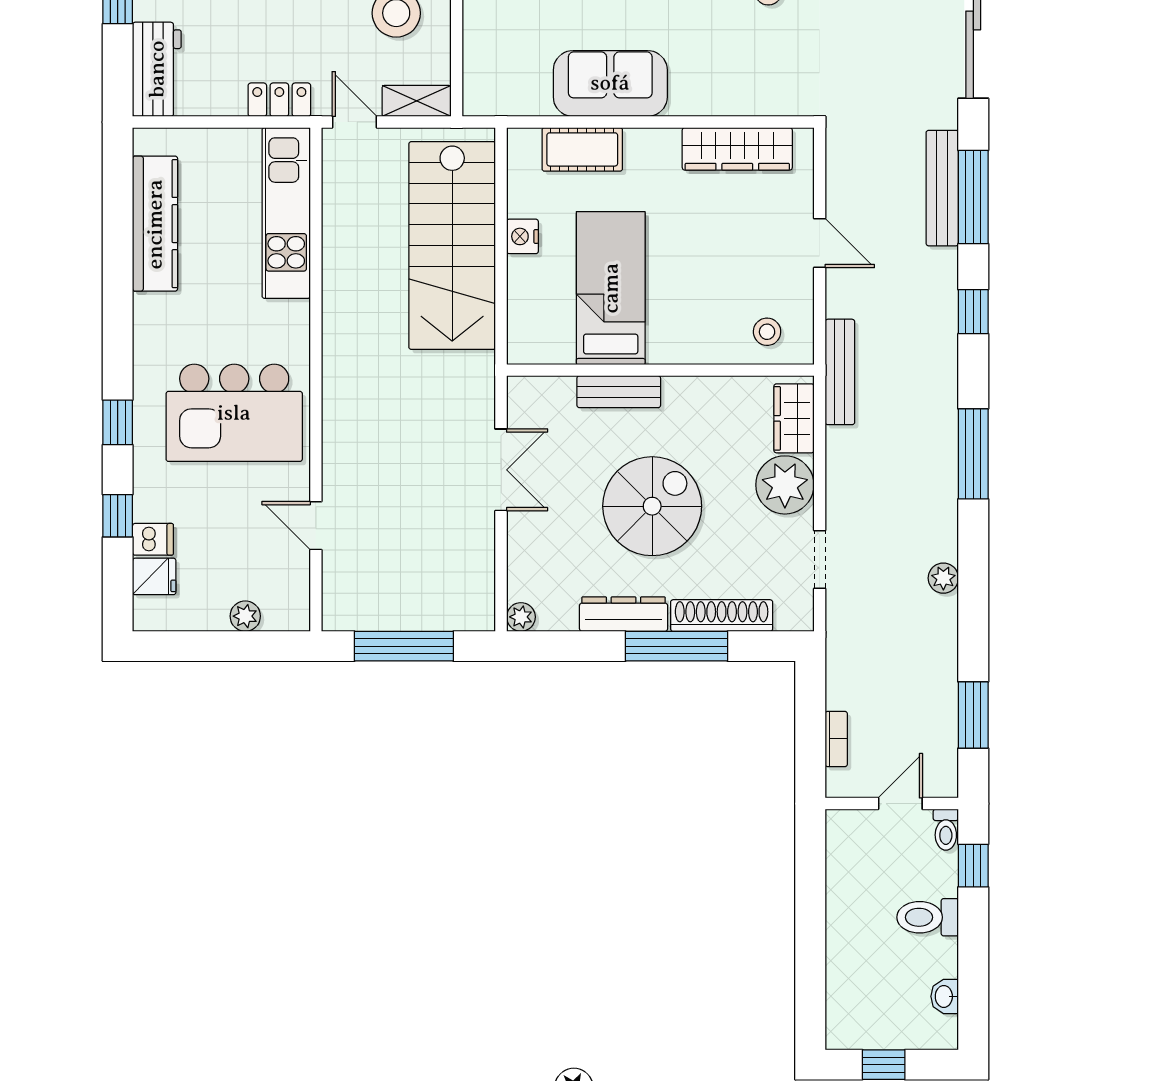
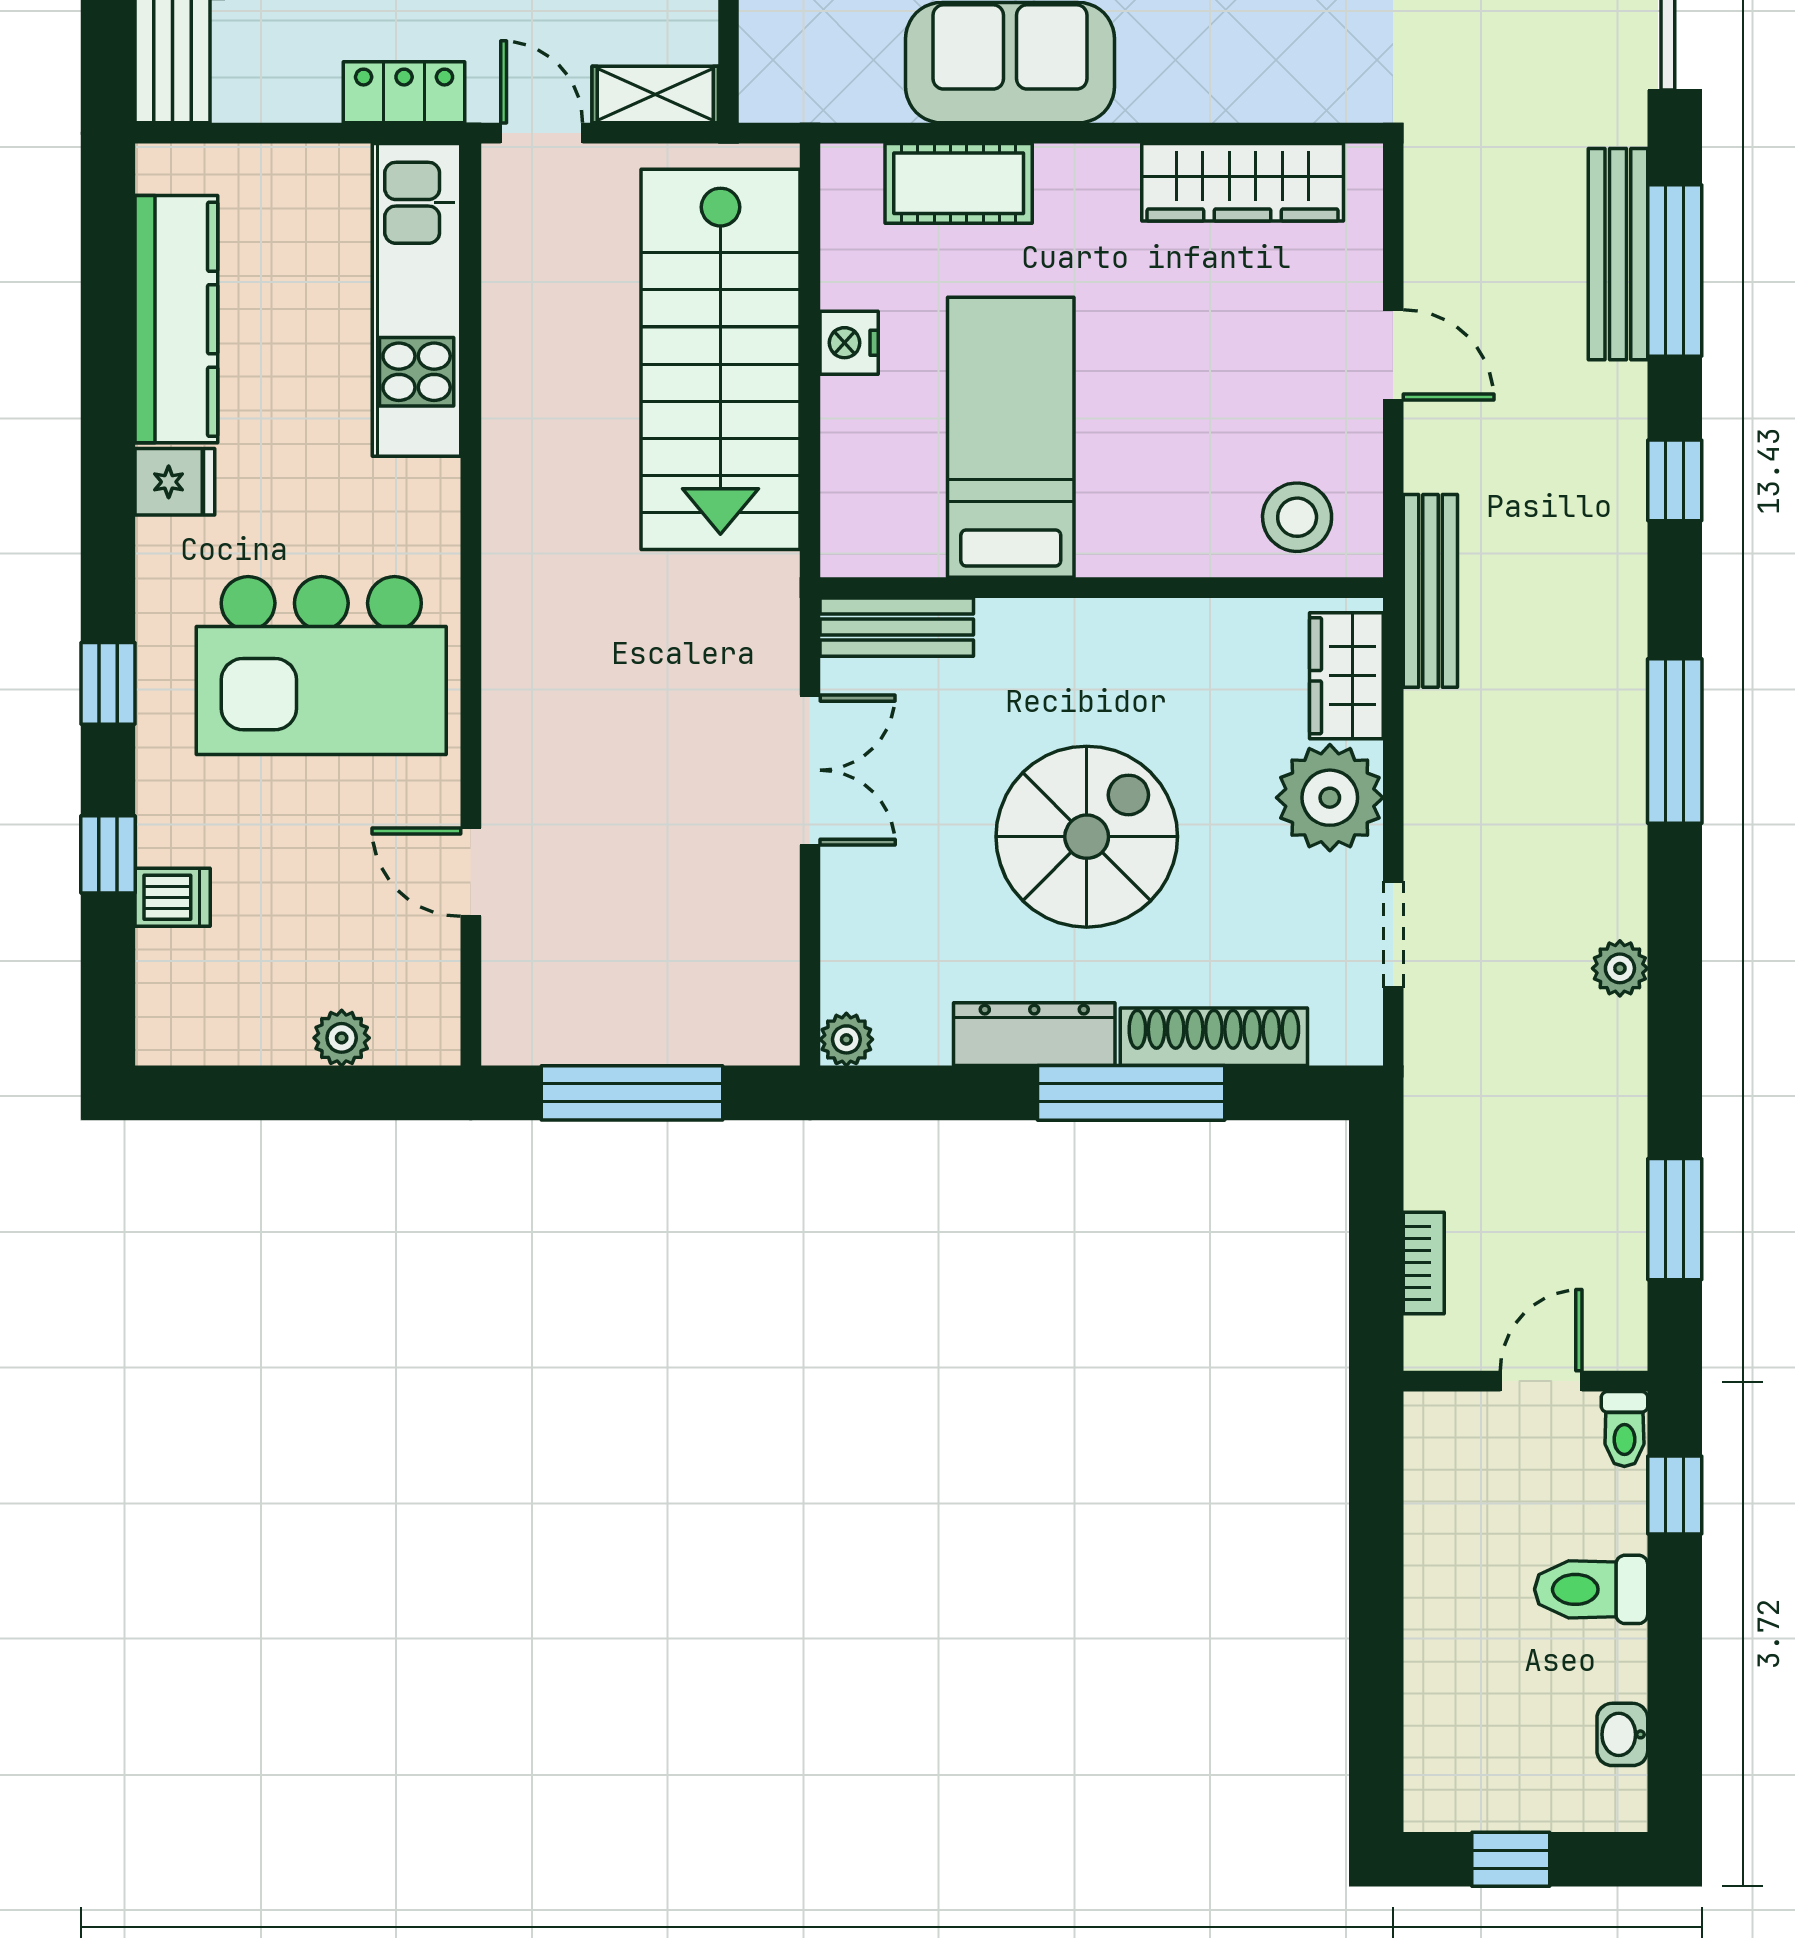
stool: (767, 332) -> (1297, 517), width x1.37, depth x1.37
bench: (619, 392) -> (897, 627), moved
fridge: (154, 576) -> (175, 482), moved

